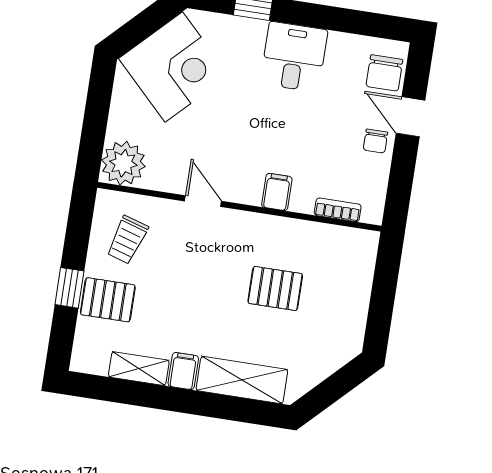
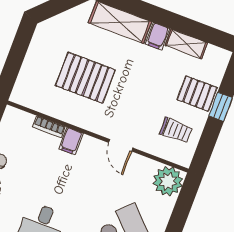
bookcase: (338, 210) -> (49, 127), moved
trolley: (127, 240) -> (176, 130), turned 73
pallet: (275, 288) -> (85, 78), width x1.50, depth x1.42

